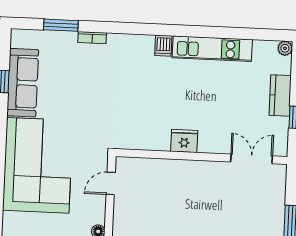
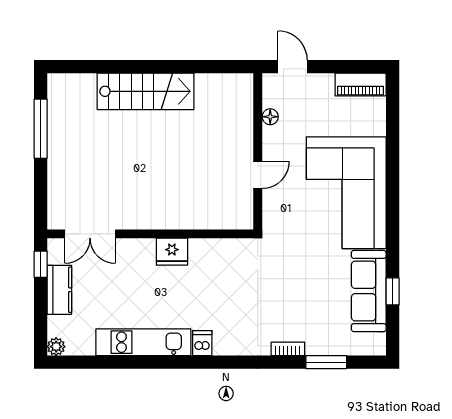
fridge: (184, 141) -> (172, 252), moved
wall: (202, 157) -> (150, 234), moved
double door: (252, 159) -> (90, 234), moved

